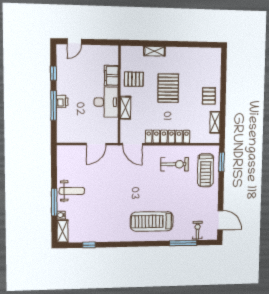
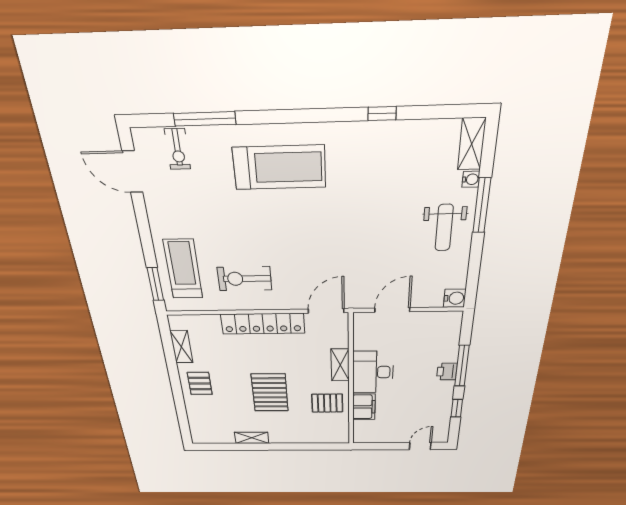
shelving: (154, 51) -> (252, 438), moved
door: (132, 144) -> (326, 311), hinge flipped
water cooler: (62, 151) -> (455, 298), added
weight bench: (72, 191) -> (444, 228), turned -90
window: (89, 245) -> (382, 114), moved

